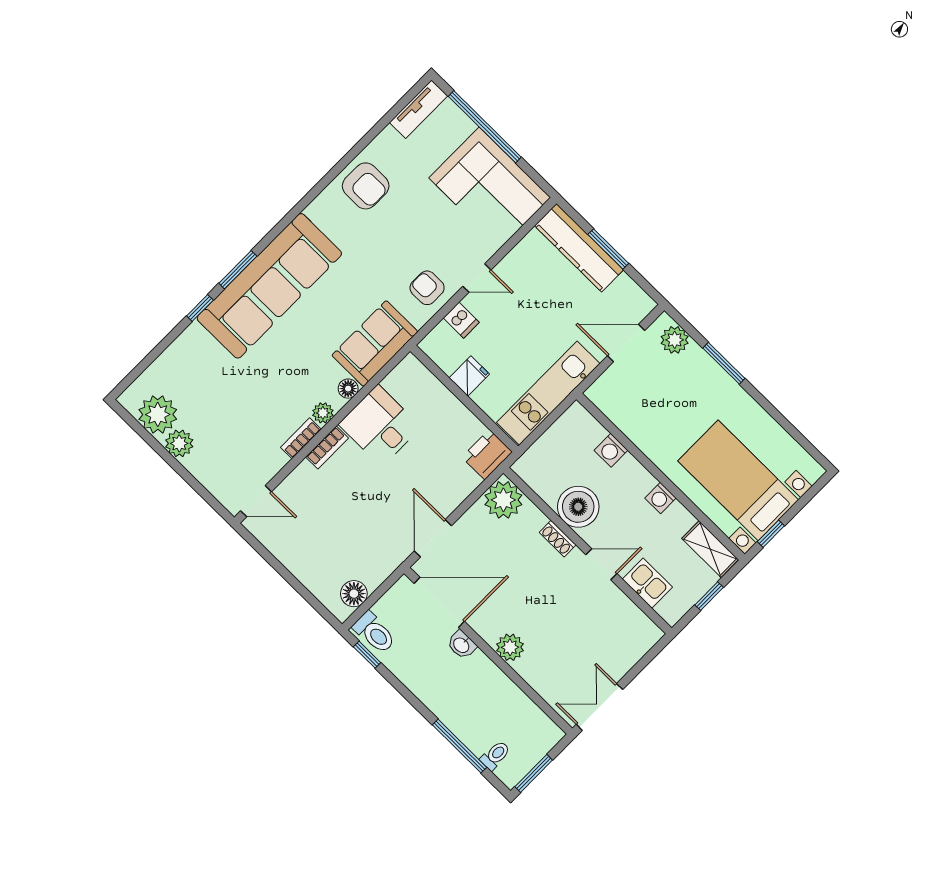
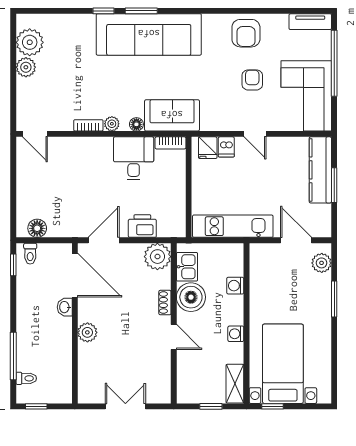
armchair: (427, 288) -> (252, 80), moved
fridge: (469, 376) -> (208, 148), moved, turned 90
bookcase: (327, 448) -> (170, 143), moved
printer: (487, 455) -> (142, 226), moved
kitchen sink: (647, 583) -> (187, 267), moved
toilet: (374, 633) -> (30, 254), width x0.73, depth x0.72
double door: (599, 707) -> (125, 406), moved
window: (534, 773) -> (36, 406), width x0.67

